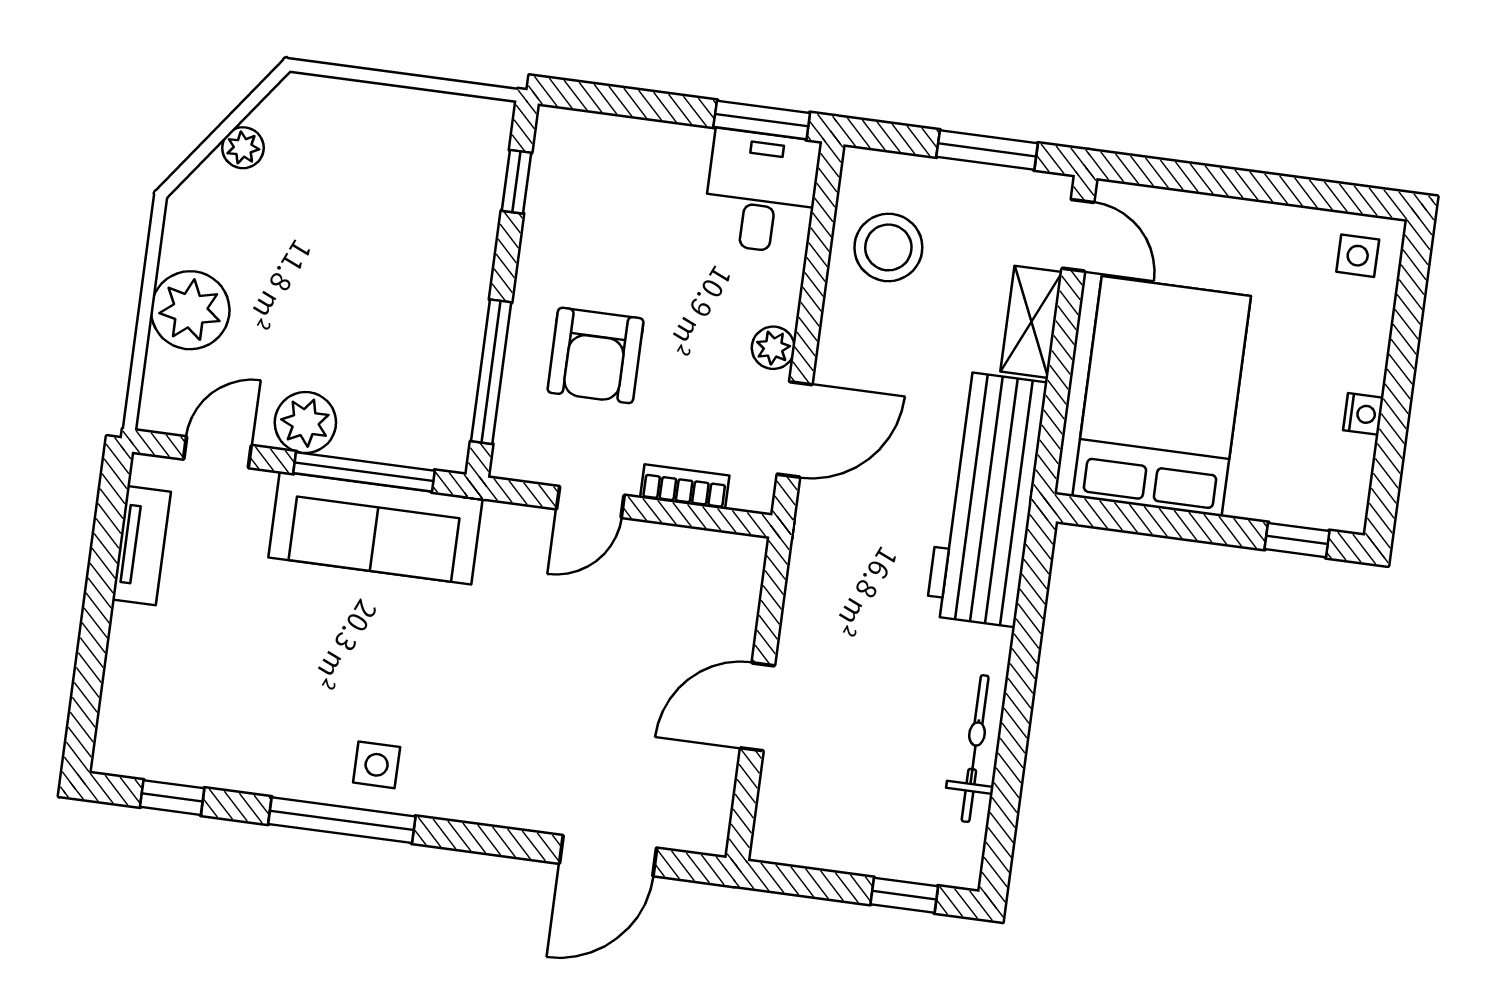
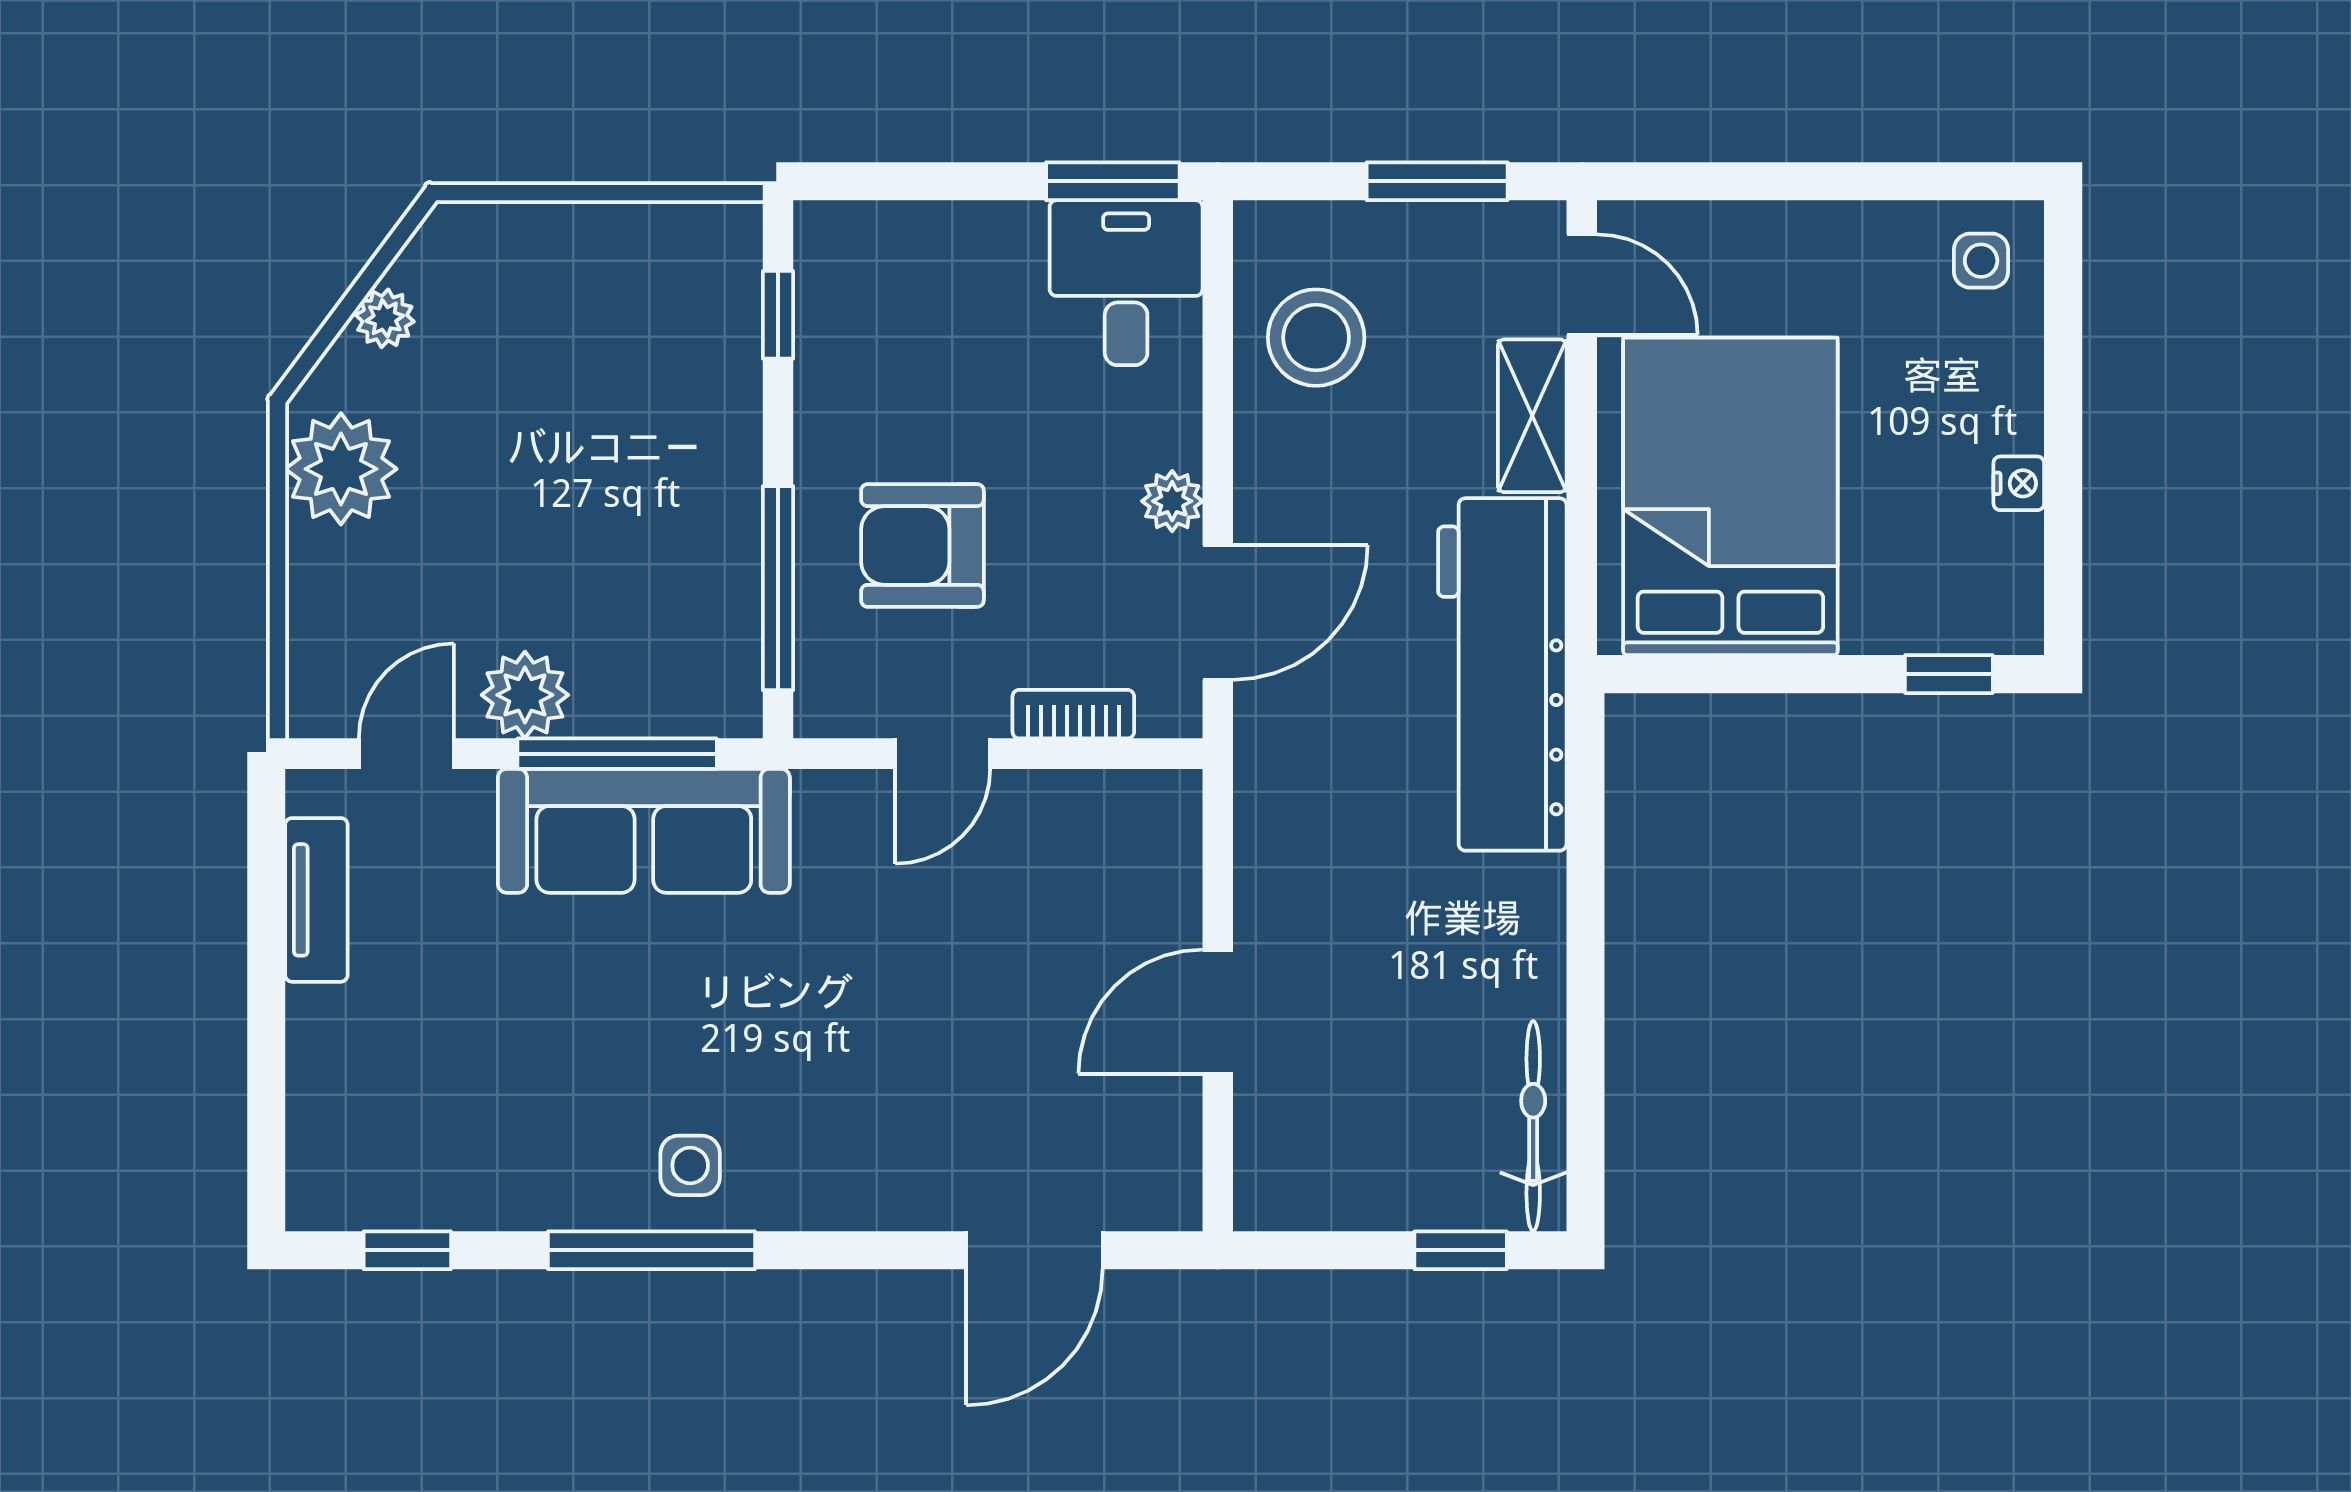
plant: (190, 310) -> (341, 469), moved
armchair: (595, 355) -> (922, 545), turned 90
bicycle: (975, 749) -> (1533, 1126), moved

